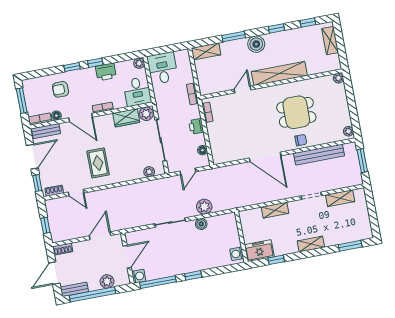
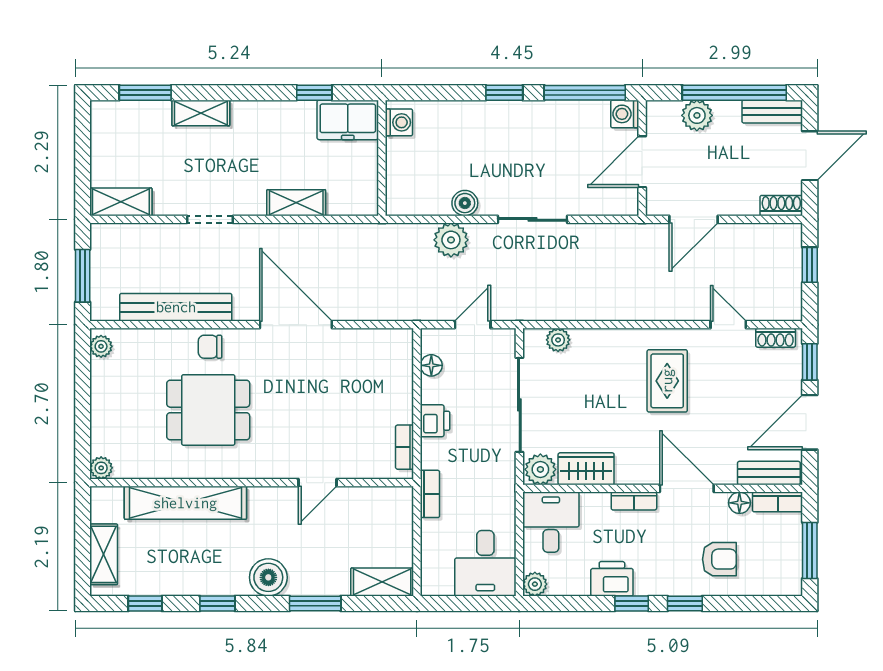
shelving: (279, 73) -> (185, 503), moved
shelving: (340, 198) -> (121, 202), moved
shelving: (311, 244) -> (201, 113), moved

